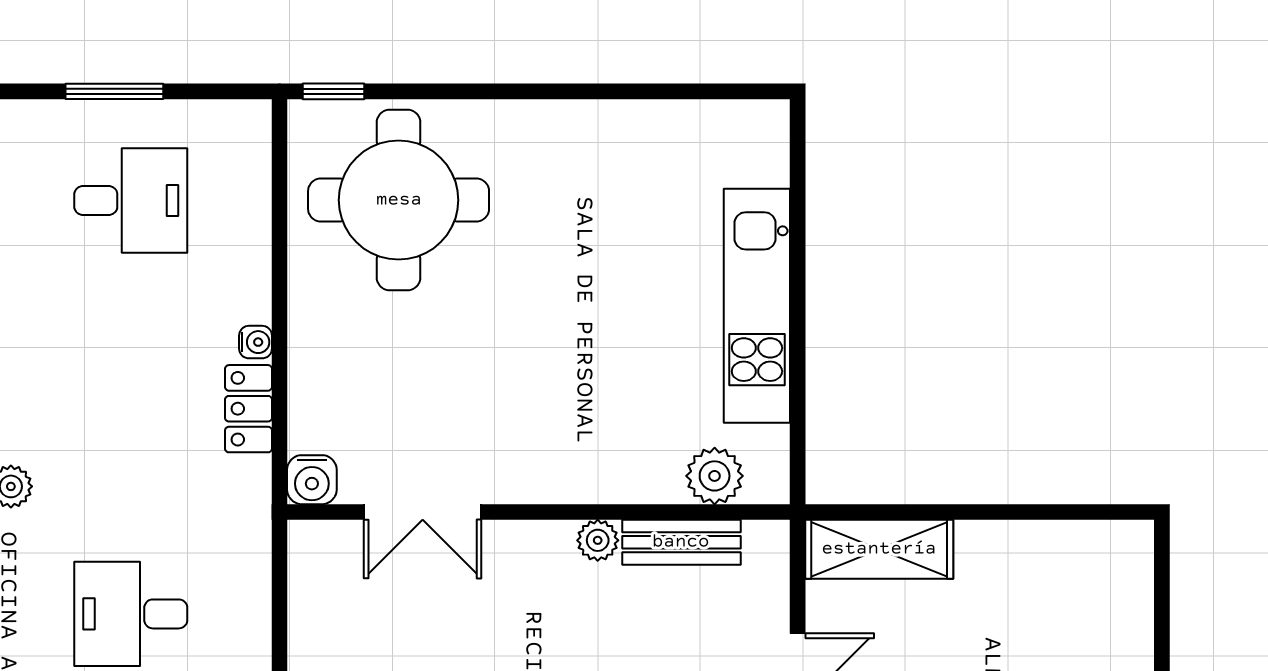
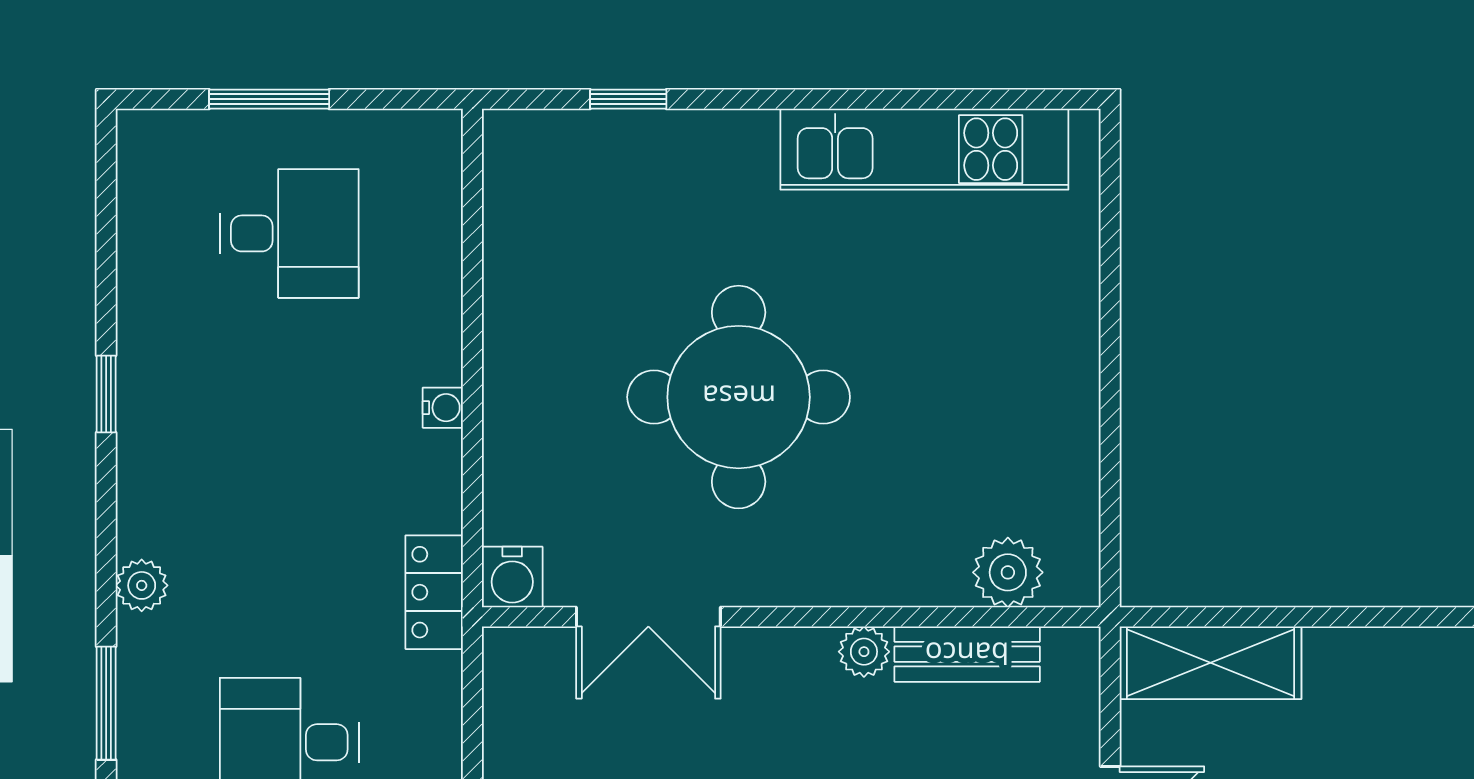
window: (334, 91) -> (628, 99), moved
round table: (399, 200) -> (739, 397), moved
kitchen unit: (757, 306) -> (924, 149), moved, turned -90
locker: (249, 409) -> (434, 592), moved

